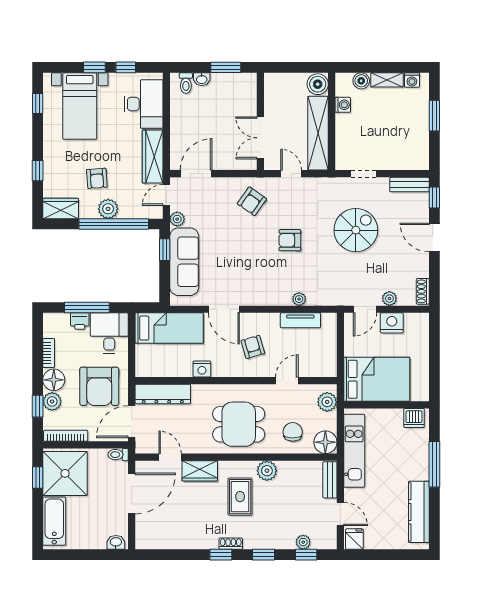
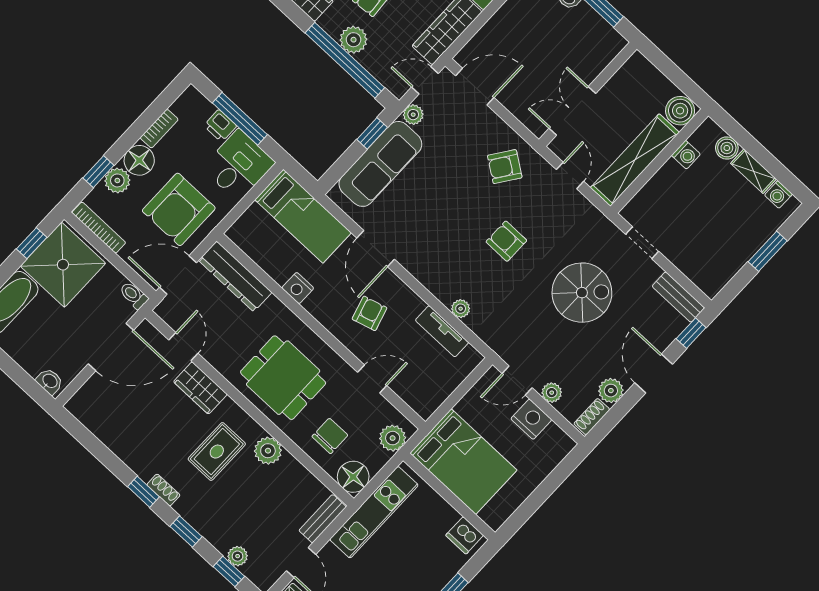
plant: (420, 268) -> (611, 391), added

